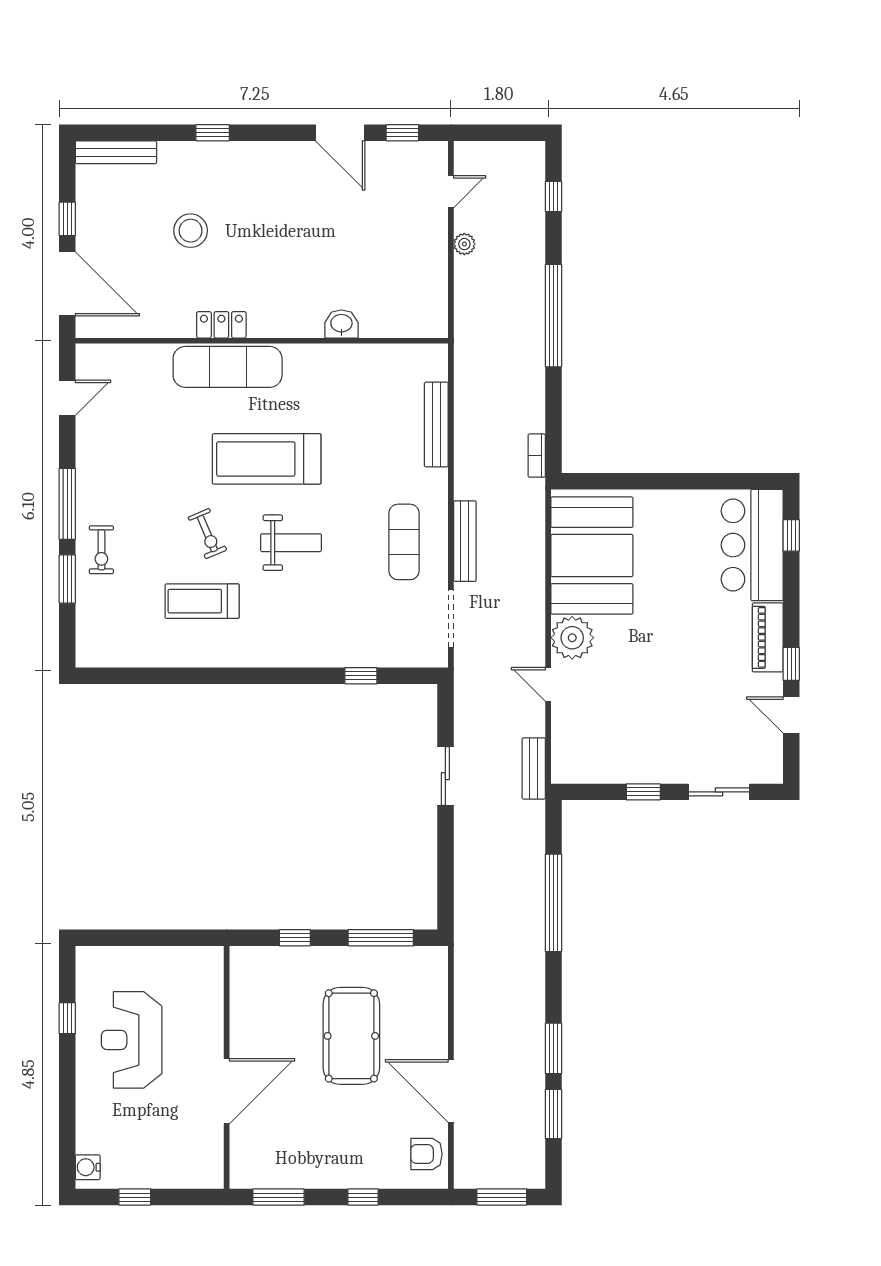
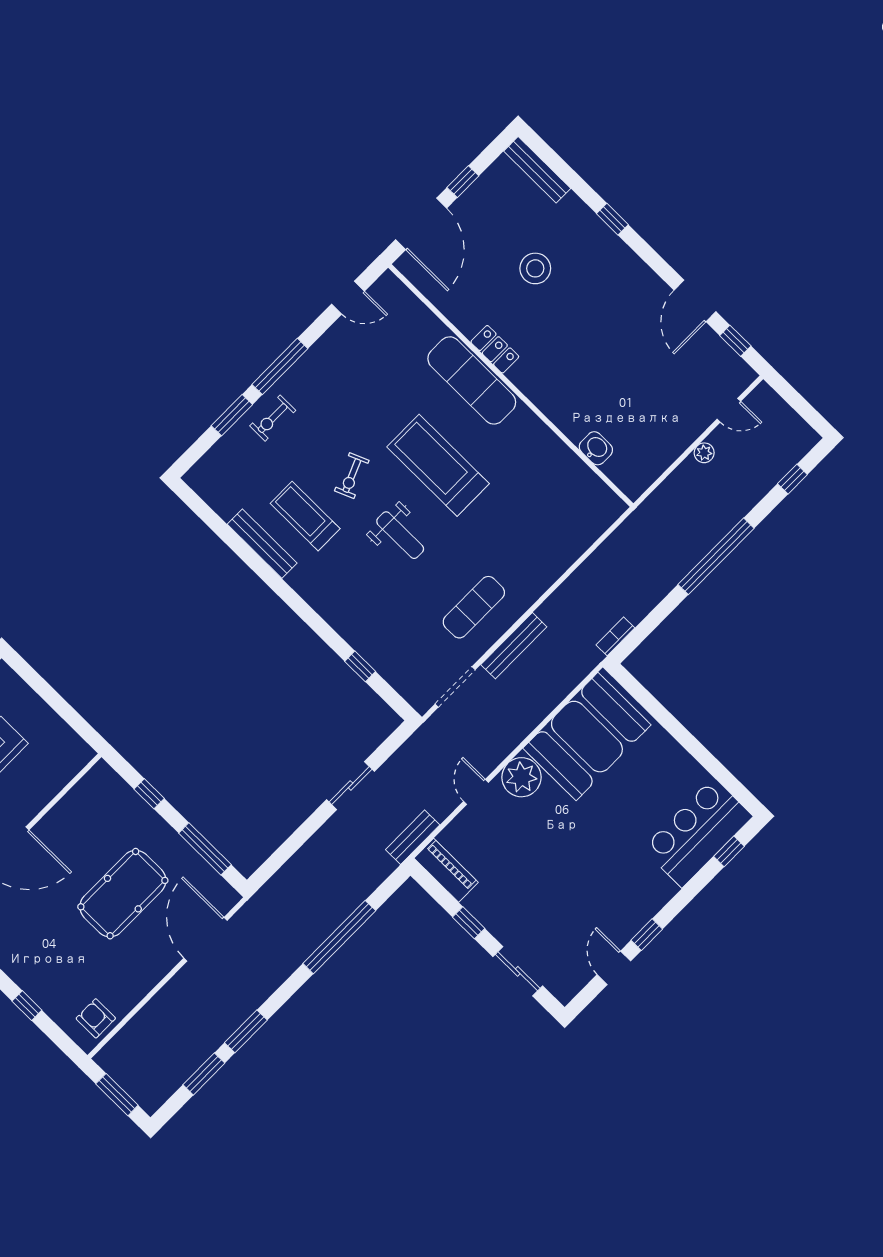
washbasin: (341, 324) -> (596, 448), moved
bench: (436, 425) -> (262, 544), moved, turned 90
piano: (768, 637) -> (446, 870), moved, turned 90
door: (451, 1091) -> (205, 939), moved

